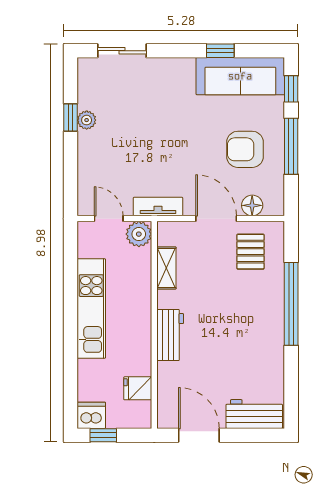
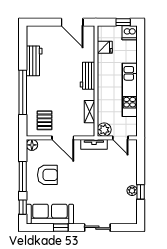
sliding door: (122, 51) -> (97, 228), moved
floor lamp: (252, 205) -> (32, 145), moved
workbench: (254, 414) -> (34, 61), moved, turned -90

